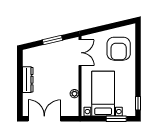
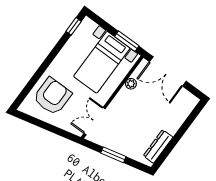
dresser: (28, 80) -> (158, 146), moved
double door: (44, 119) -> (168, 71), moved
window: (116, 119) -> (127, 41), moved

